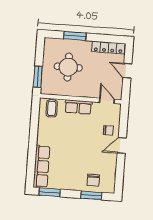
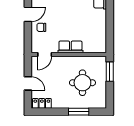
locker: (108, 48) -> (42, 103), width x0.66
door: (107, 101) -> (45, 54), hinge flipped
coffee table: (52, 108) -> (95, 44), removed

